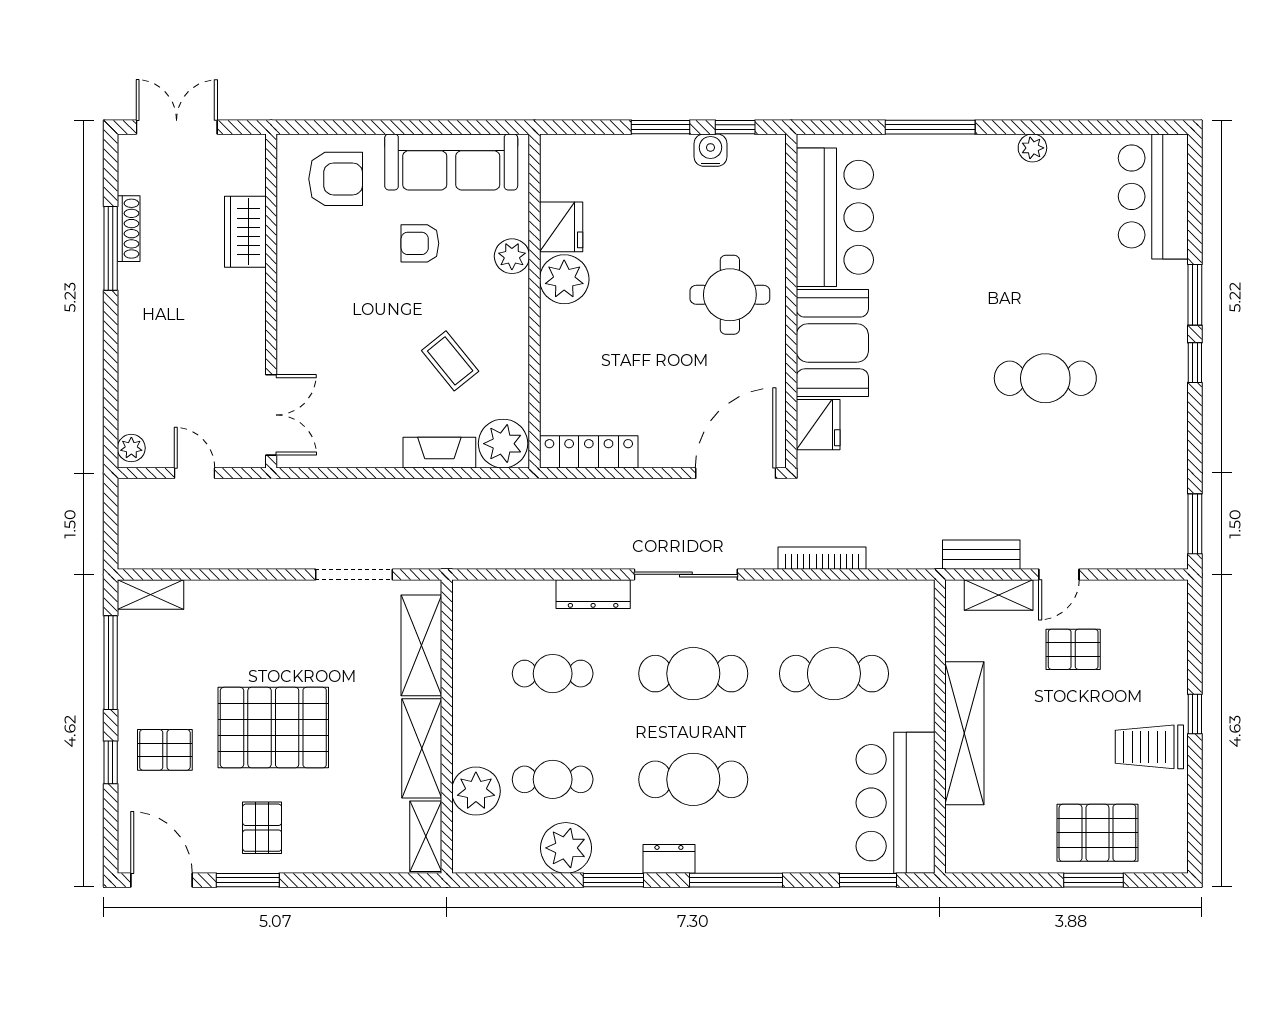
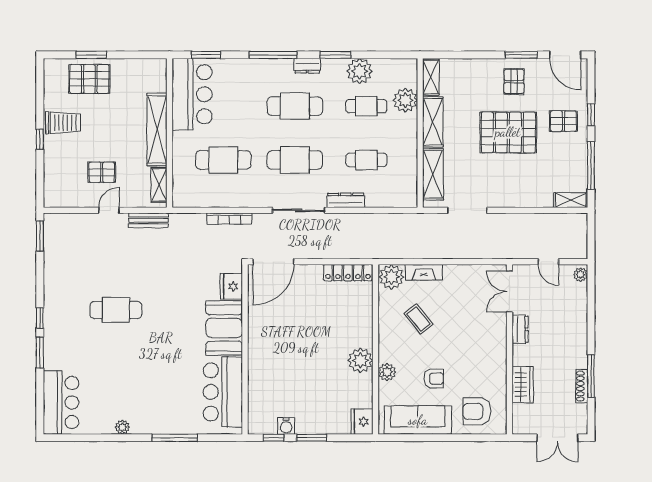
fridge: (561, 227) -> (362, 422), moved
round table: (730, 295) -> (276, 352), removed
dresser: (250, 341) -> (520, 329), added
shelving: (999, 595) -> (159, 185), moved, turned 90

